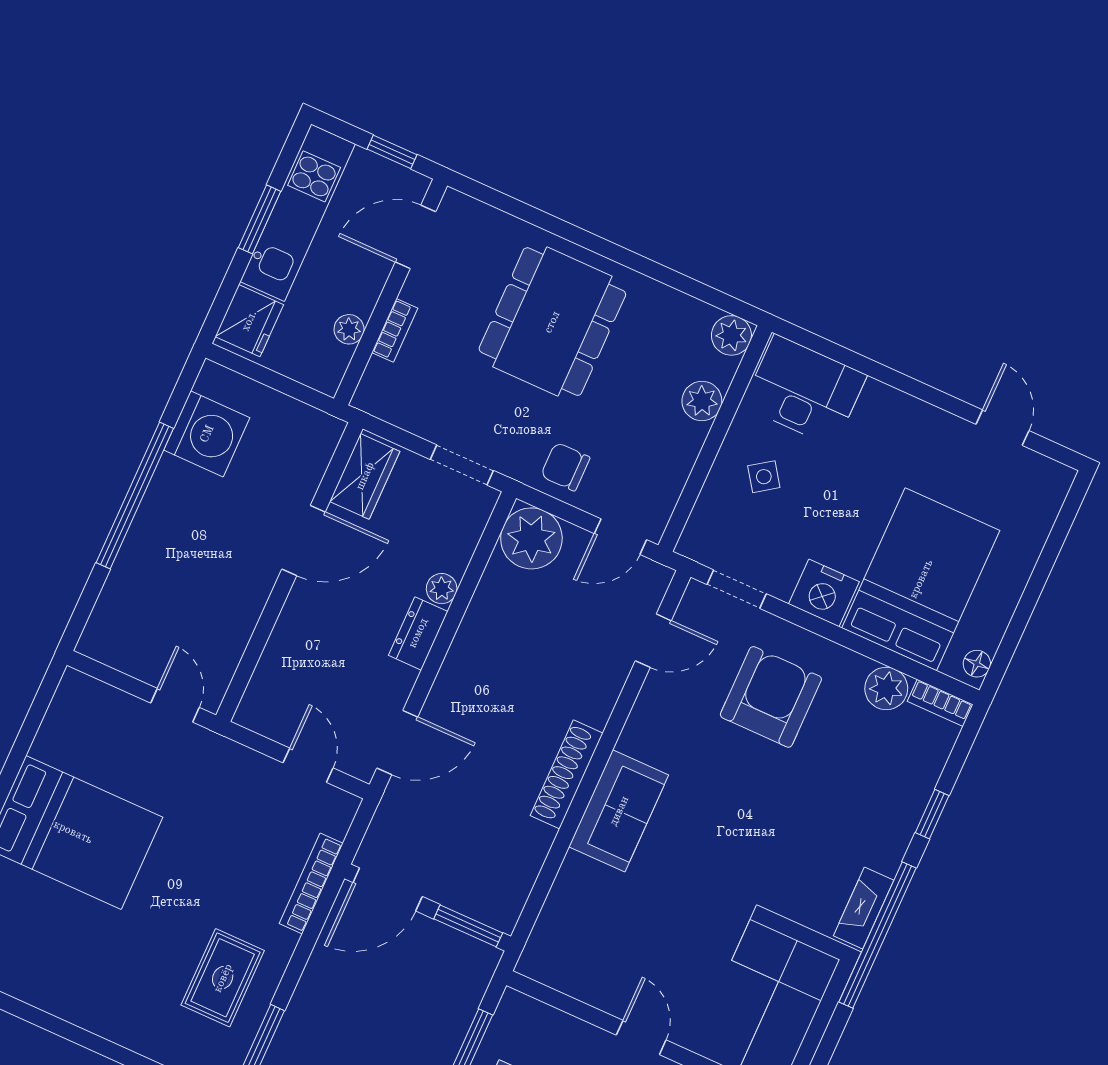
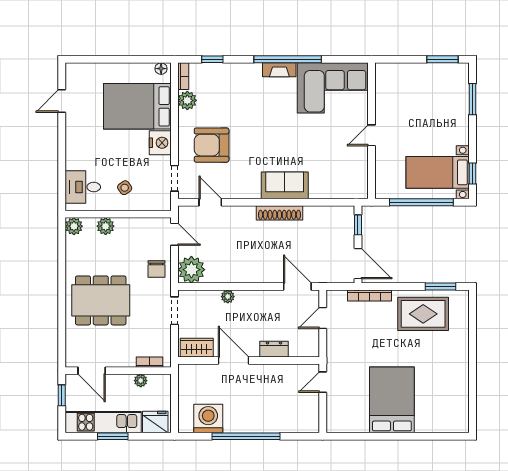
bookcase: (395, 330) -> (150, 362), moved
desk: (805, 391) -> (83, 187), width x0.73
dresser: (418, 633) -> (274, 349), moved, turned 180
window: (932, 814) -> (212, 59), moved
window: (468, 926) -> (358, 225), width x0.67
rug: (223, 978) -> (423, 314), width x1.36, depth x1.43

